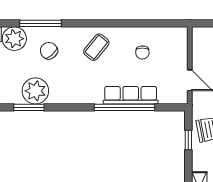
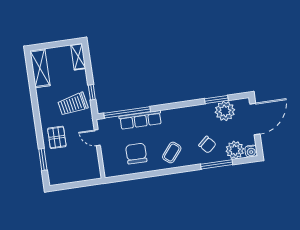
chair: (142, 52) -> (136, 154), width x1.87, depth x1.87
plant: (35, 91) -> (225, 111), moved
window: (124, 107) -> (127, 112), moved

